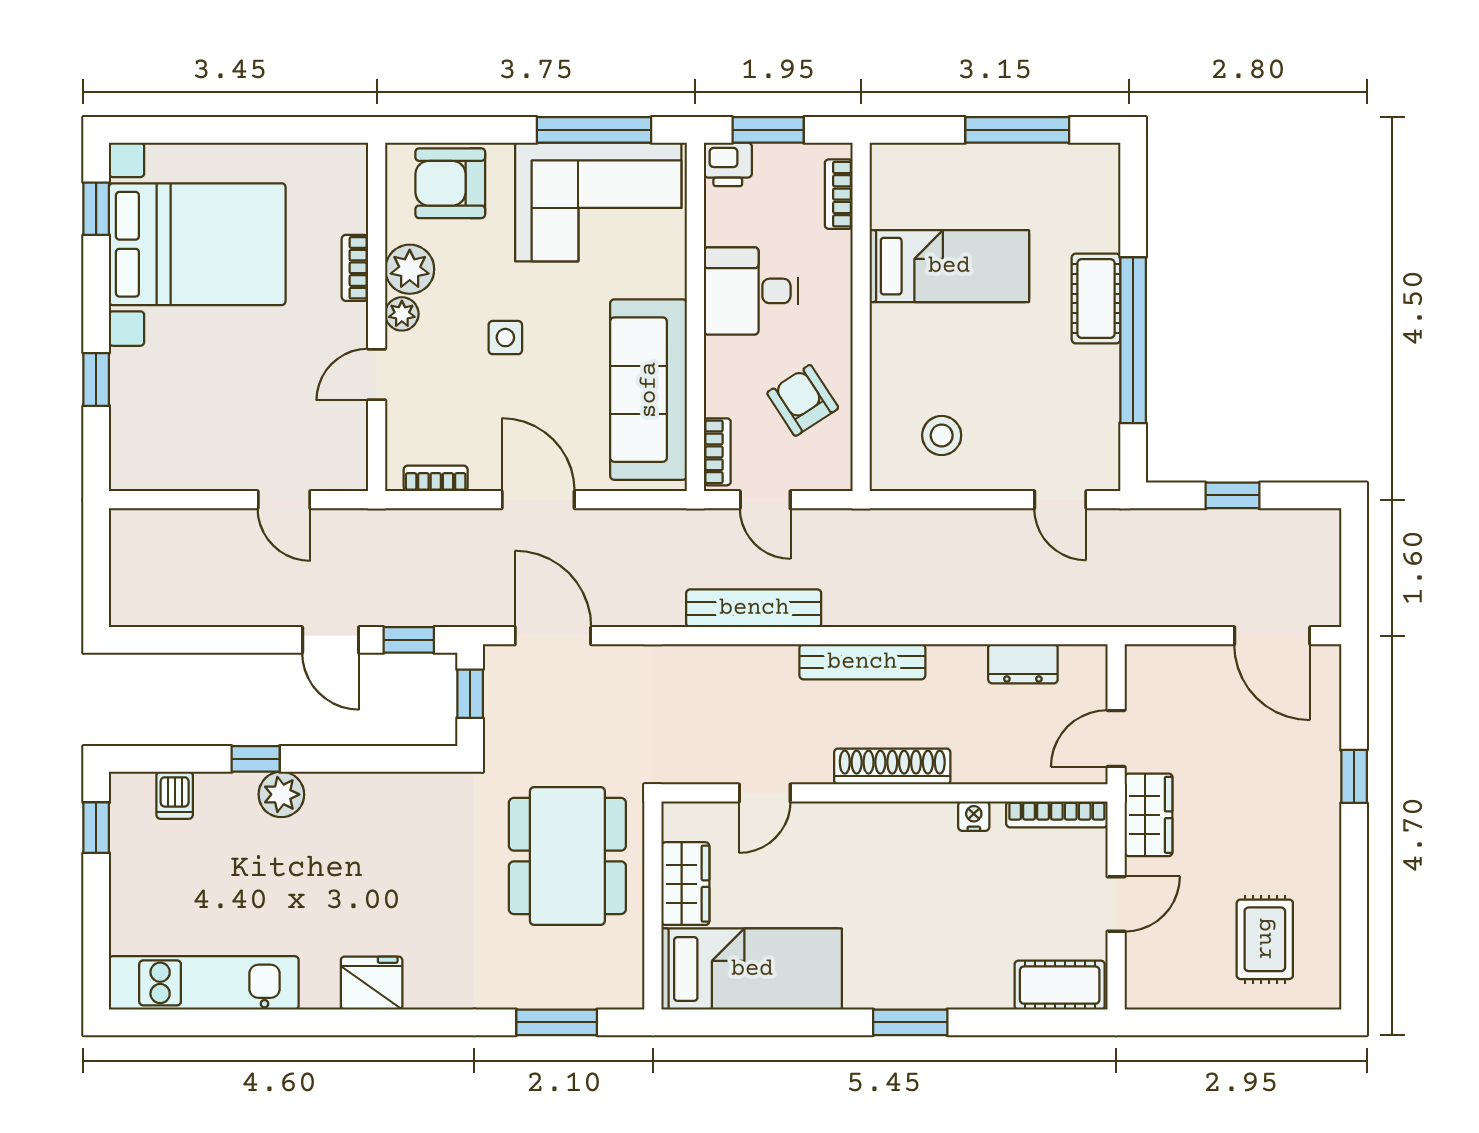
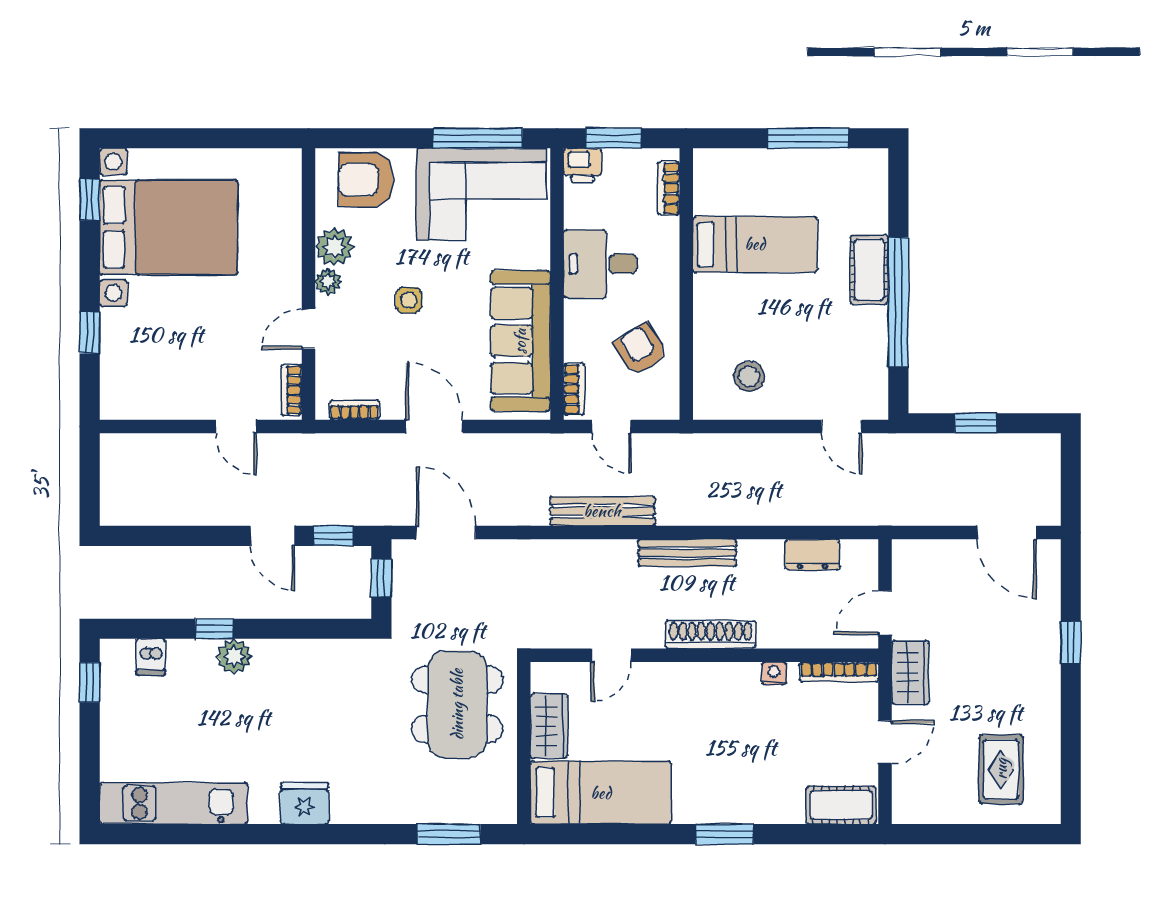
bookcase: (355, 268) -> (292, 390), moved

